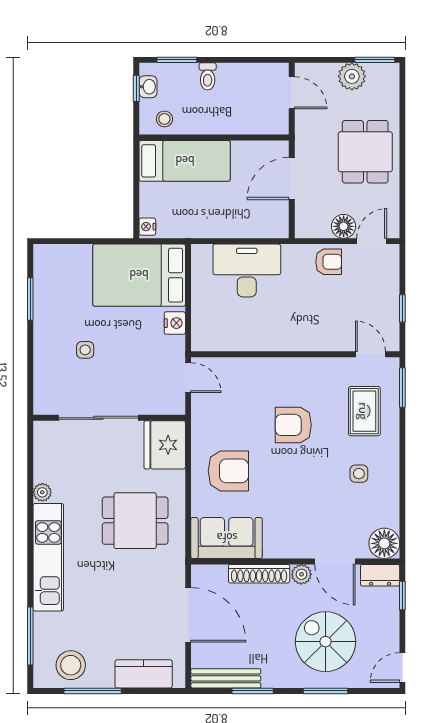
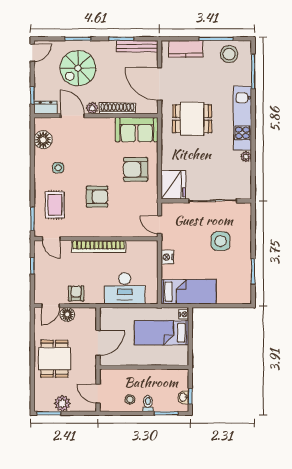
stool: (164, 119) -> (130, 399), moved
bed: (185, 161) -> (162, 333), moved
armchair: (329, 262) -> (76, 293), turned 90
bed: (139, 275) -> (189, 292), width x0.67
bookcase: (291, 341) -> (99, 246), added
side table: (85, 350) -> (221, 241), width x1.87, depth x1.87
dining table: (135, 521) -> (192, 119), moved
floor lamp: (384, 543) -> (43, 140), moved
spiral stairs: (326, 642) -> (78, 68), turned 90

